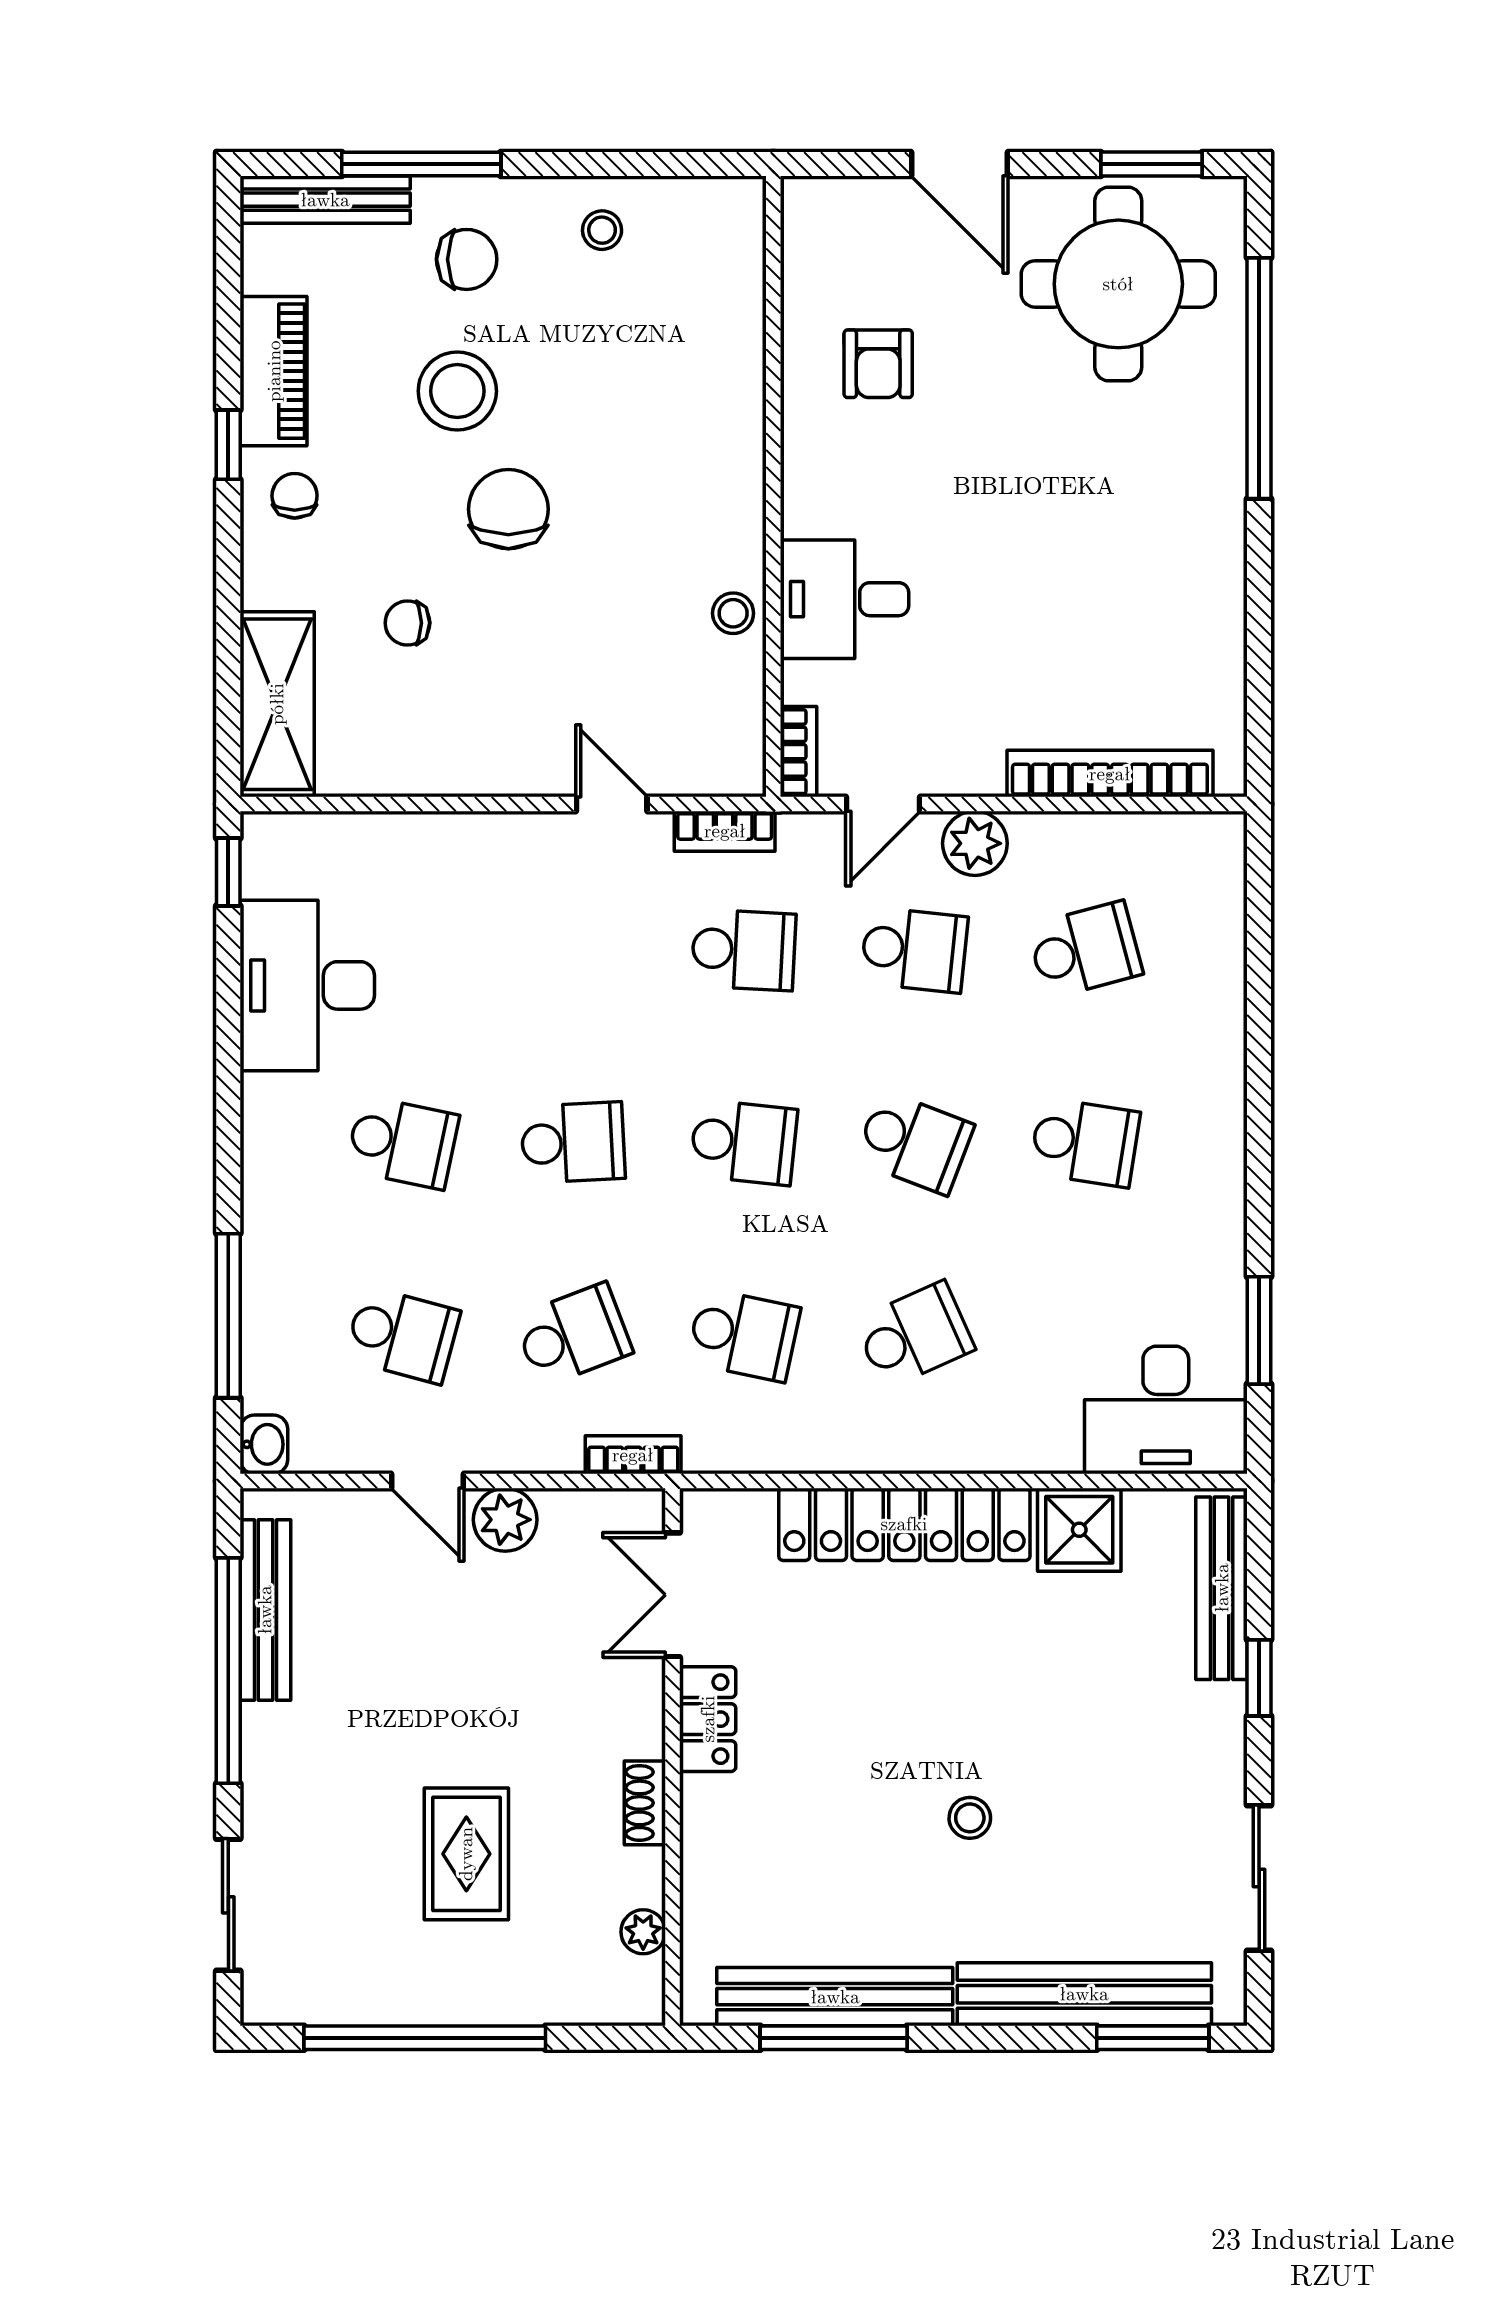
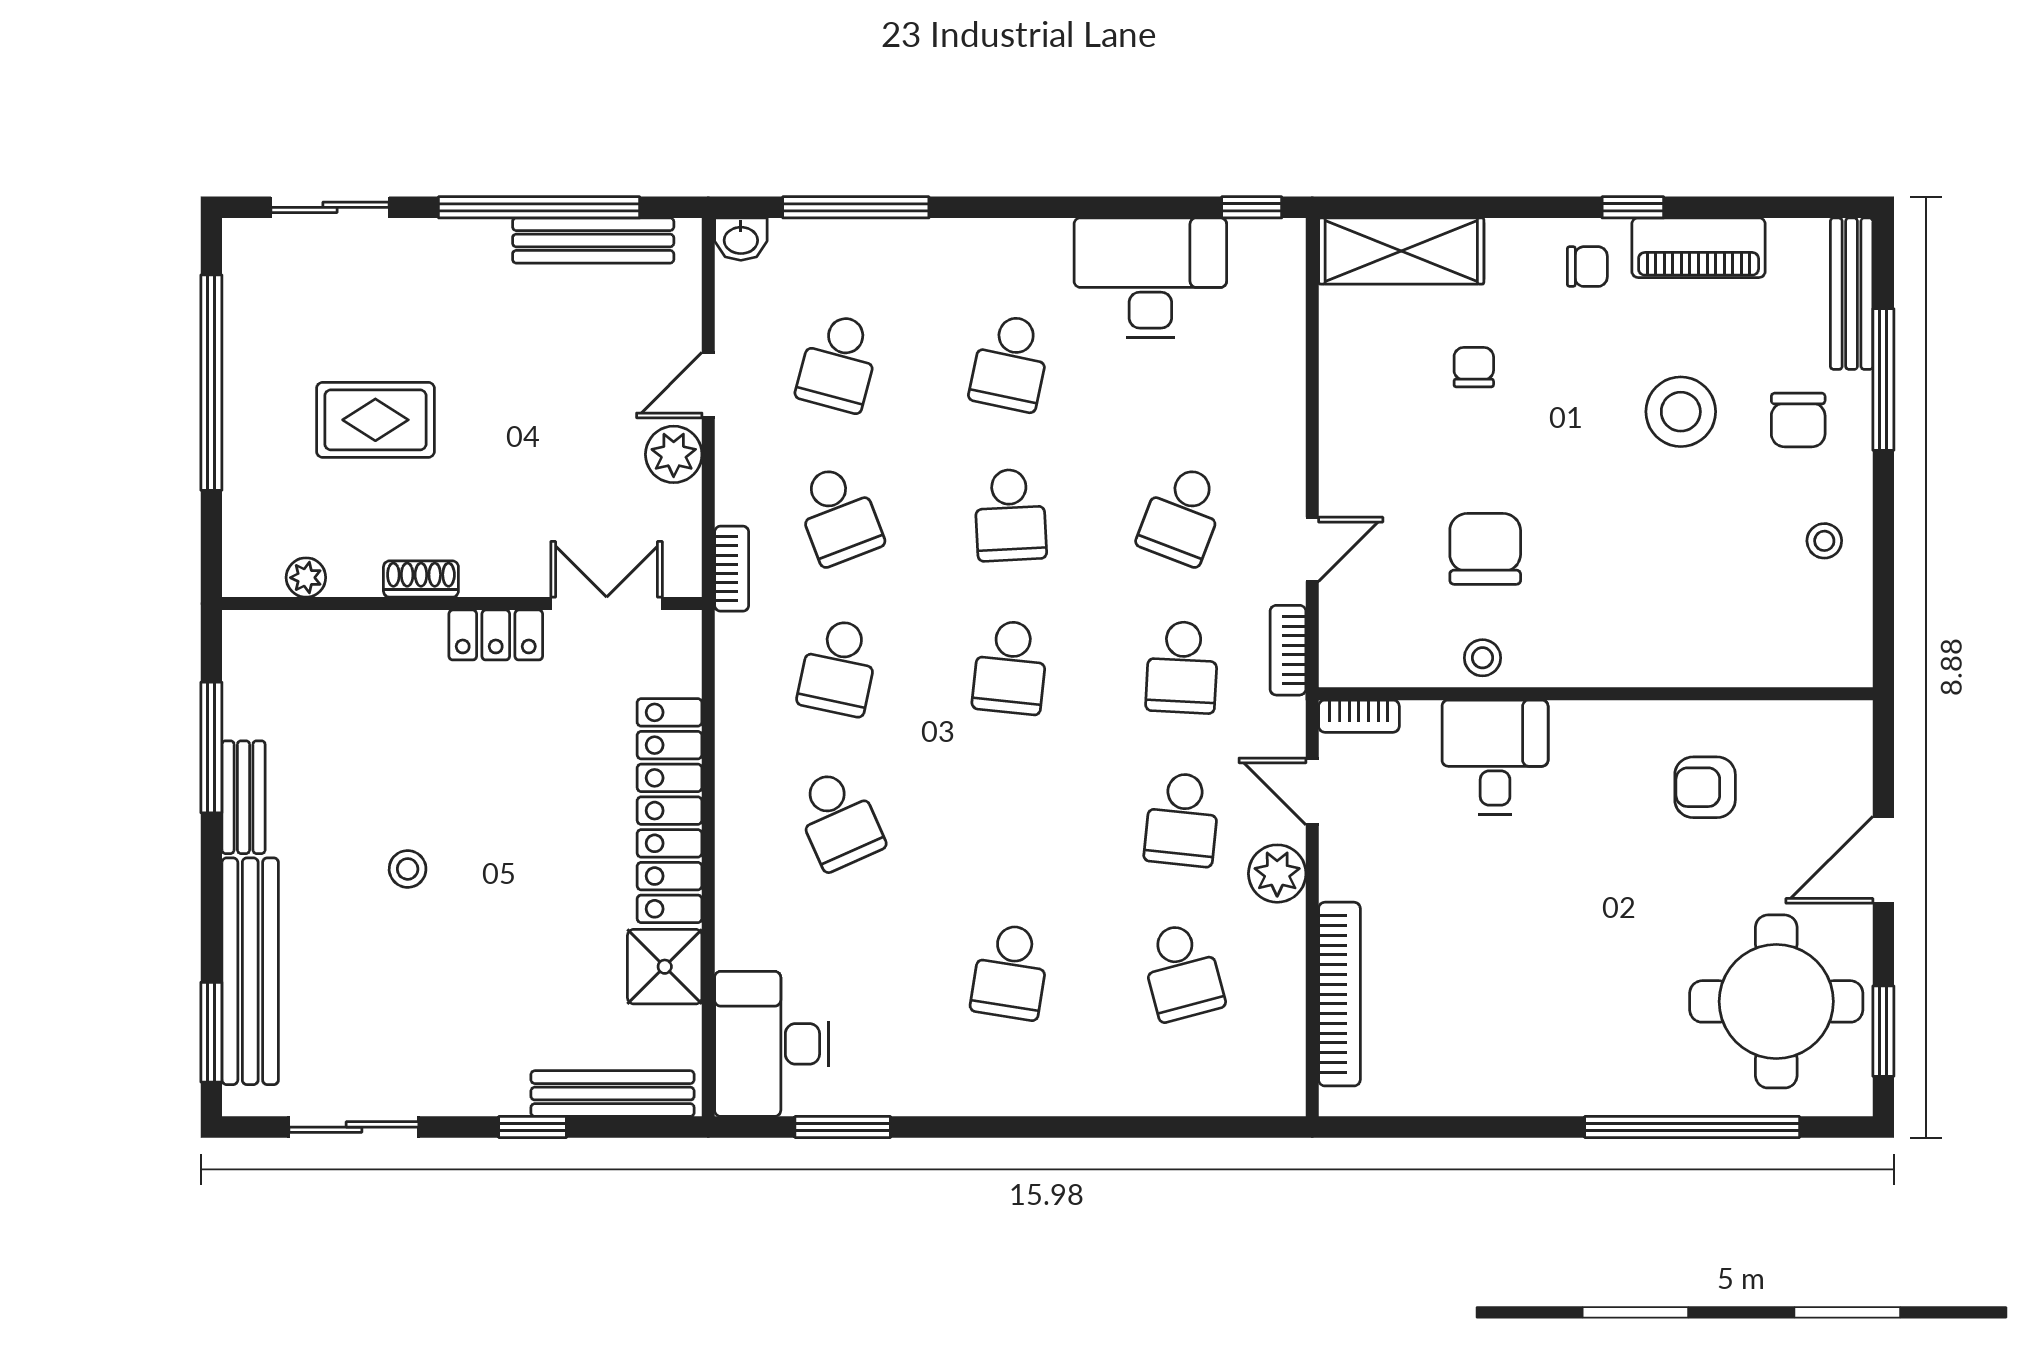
chair: (508, 509) -> (1485, 549), moved, turned -90
school desk: (914, 1142) -> (1182, 515), moved
bench: (835, 1997) -> (244, 797), width x0.54, depth x0.82

